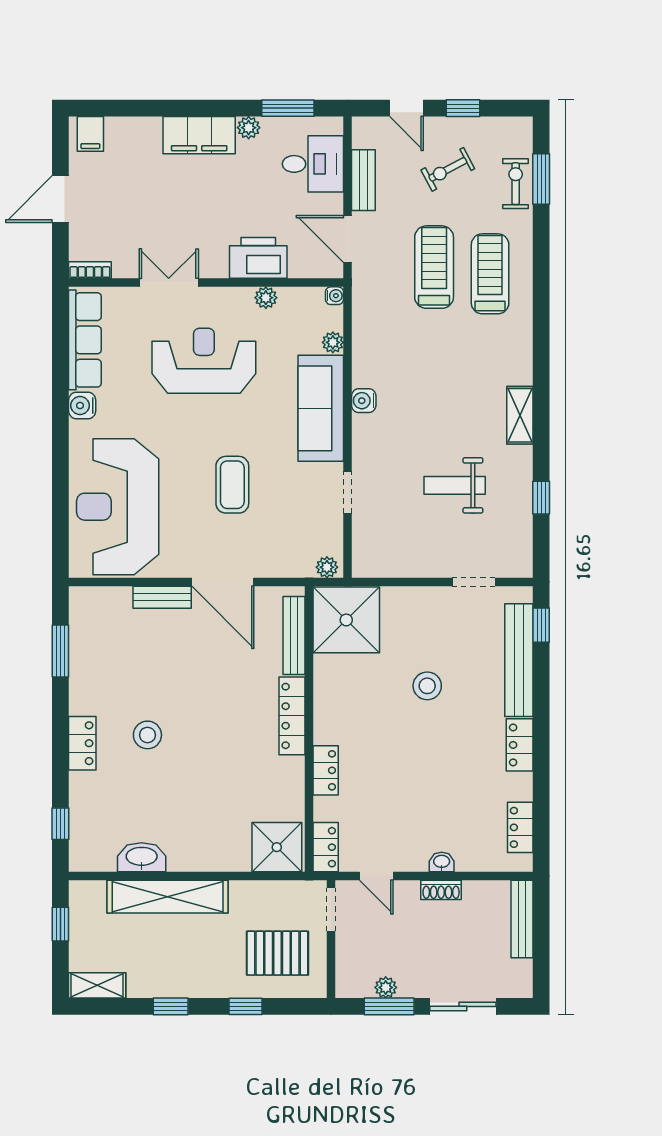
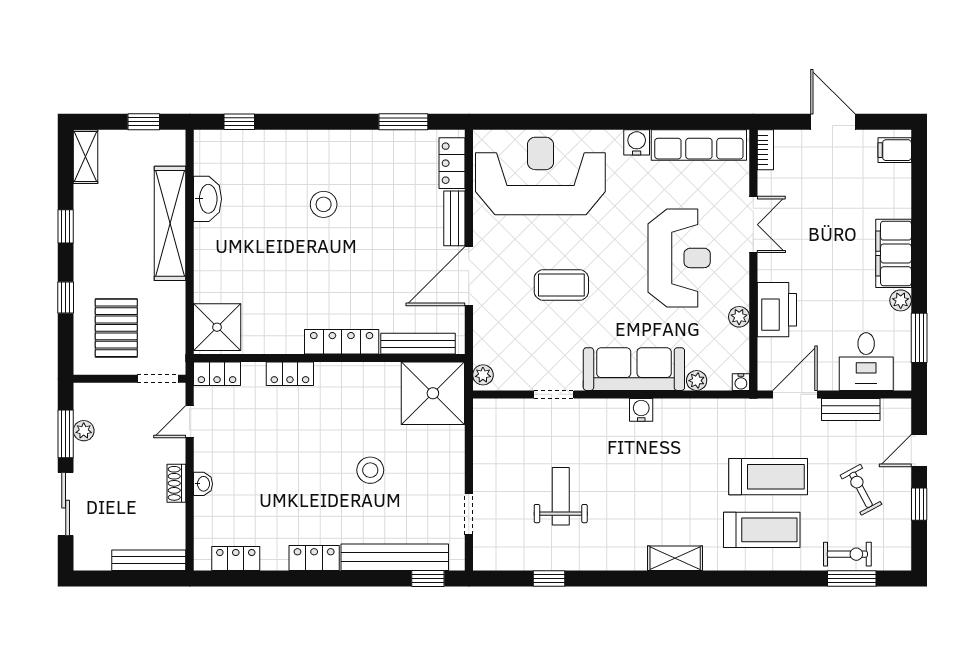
shelving: (520, 415) -> (675, 558), moved
locker: (82, 743) -> (452, 163), moved, turned 90

